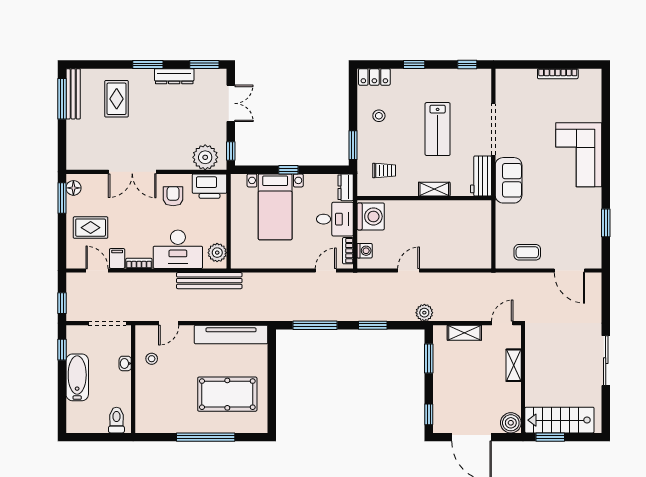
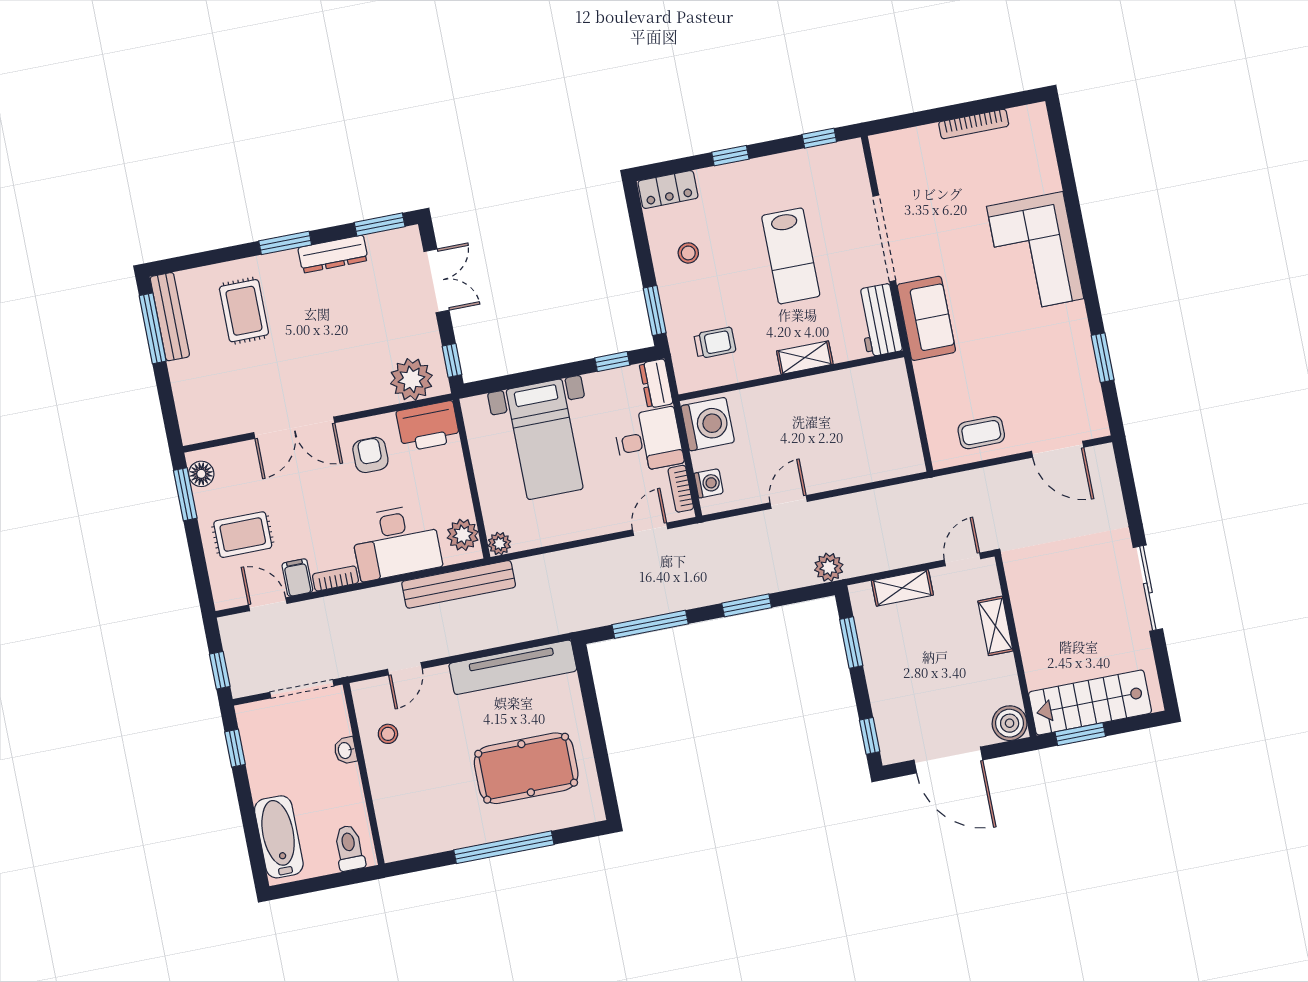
window: (288, 170) -> (612, 362), moved
plant: (237, 262) -> (499, 544), added
bathtub: (77, 377) -> (279, 837), moved

